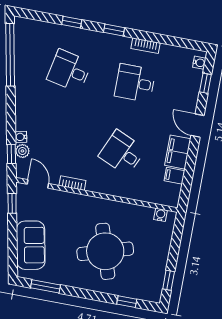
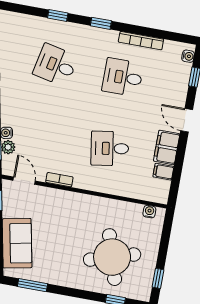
bookcase: (146, 46) -> (141, 41), width x1.56
desk: (122, 153) -> (110, 148), turned -33
round table: (105, 251) -> (112, 257), moved

